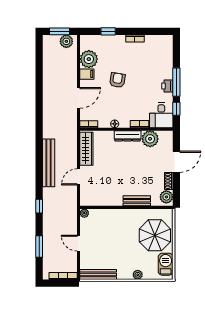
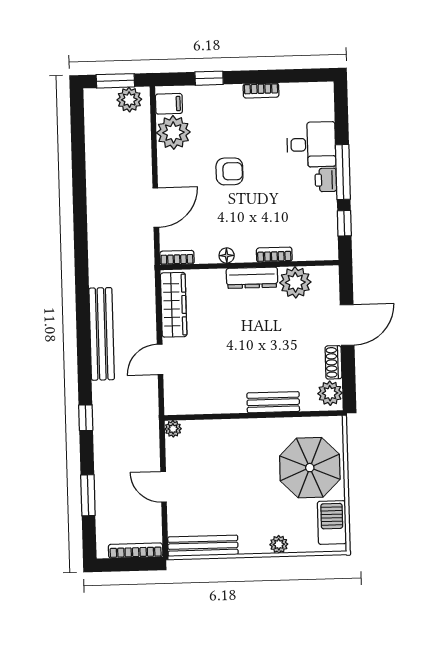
filing cabinet: (87, 74) -> (169, 104), moved
armchair: (117, 80) -> (229, 171), turned 81
desk: (161, 115) -> (311, 145), moved, turned -90

